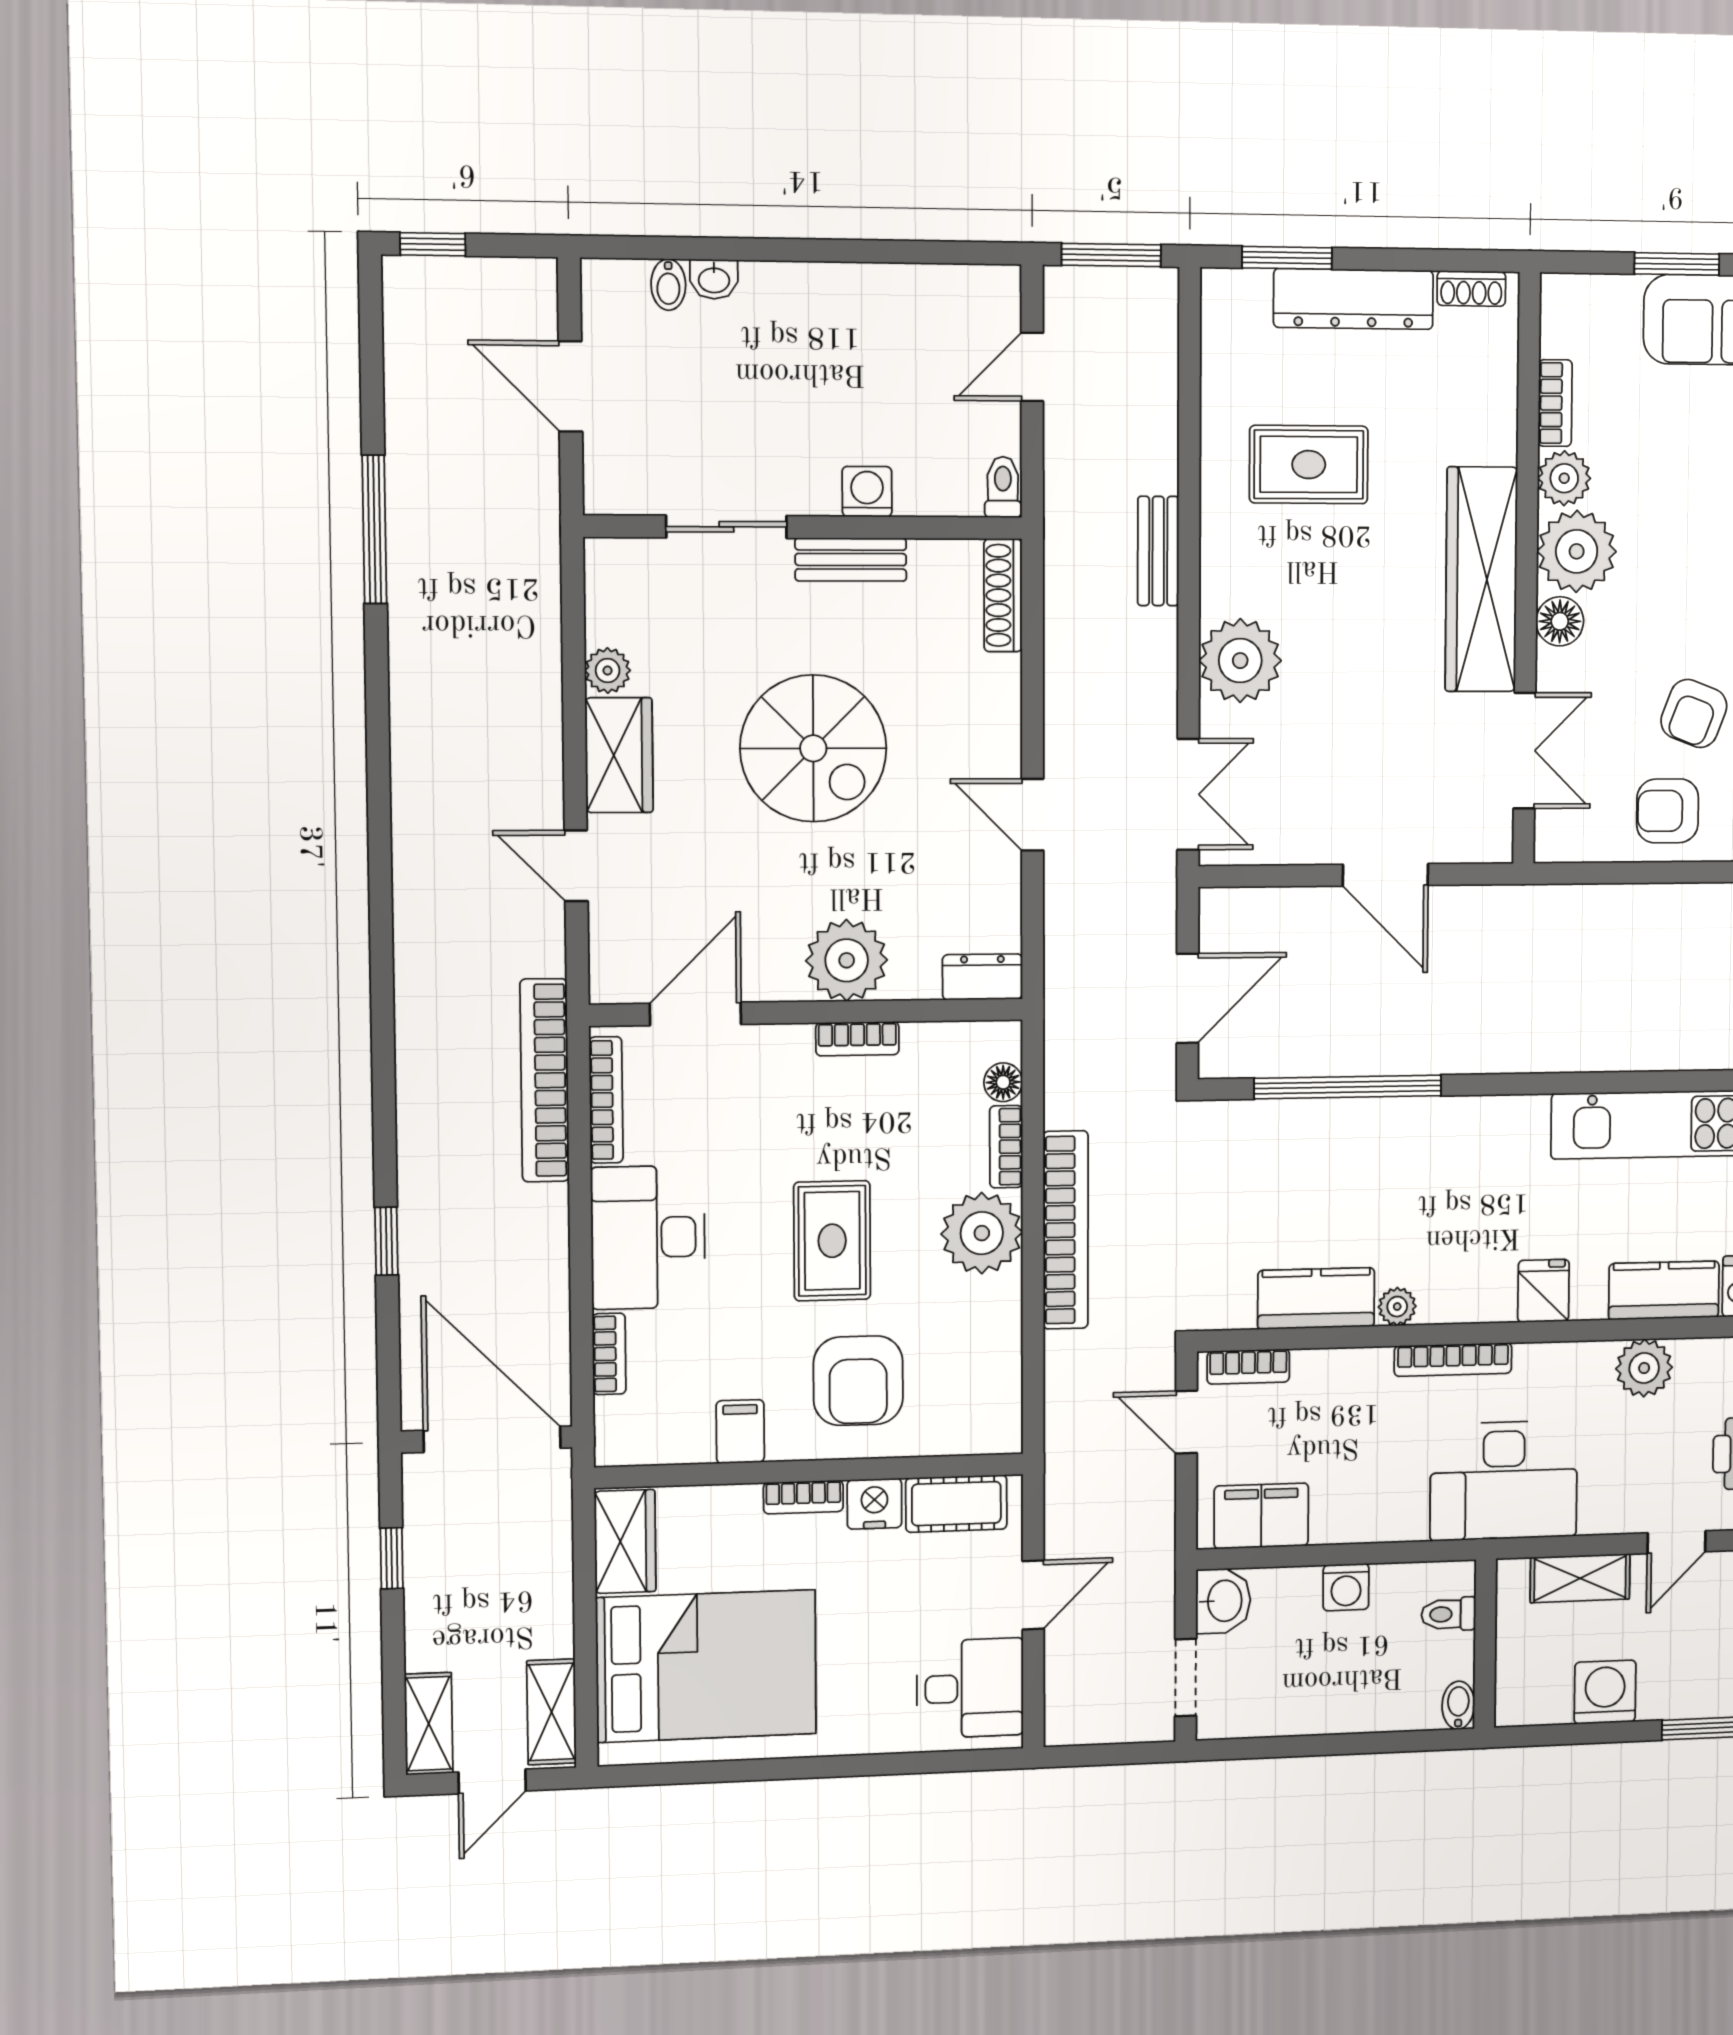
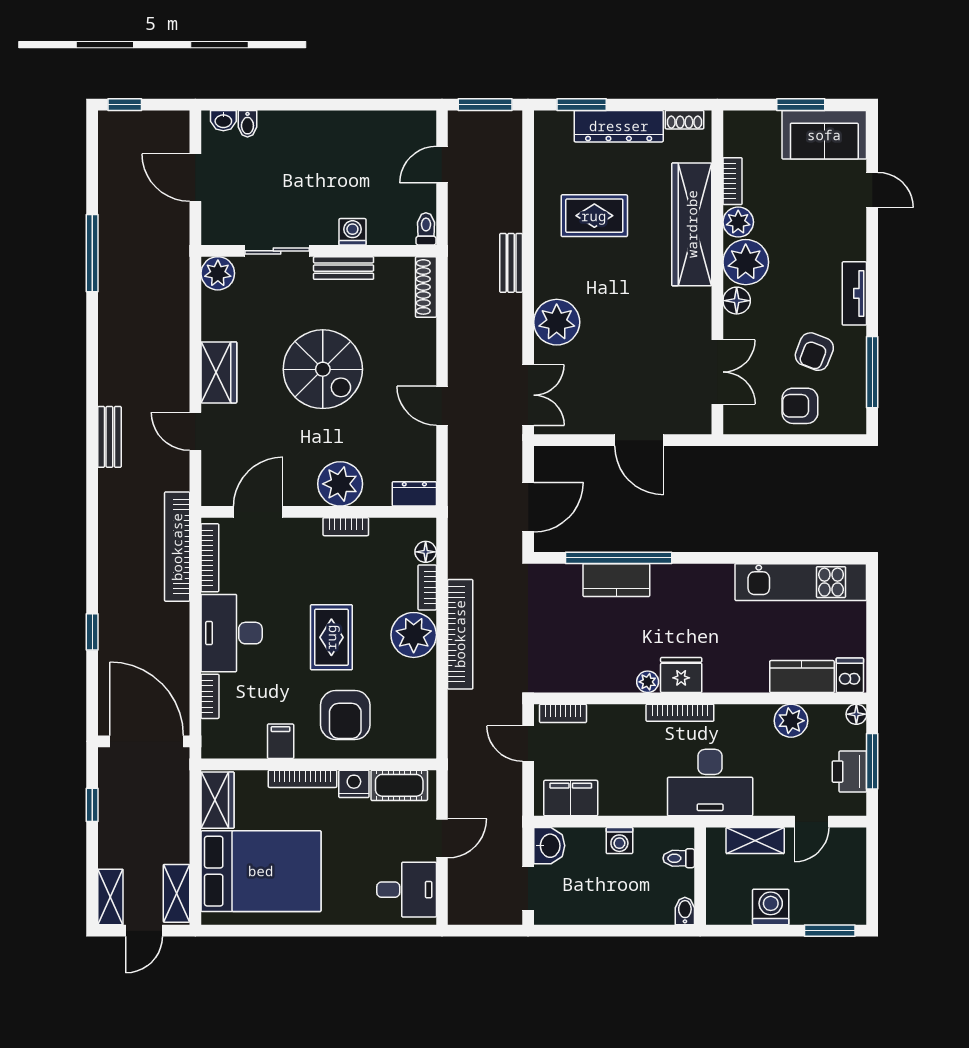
washbasin: (714, 279) -> (223, 121), moved
wardrobe: (1481, 579) -> (692, 224), moved
plant: (608, 671) -> (218, 273), moved, width x1.38, depth x1.38
bench: (413, 877) -> (109, 437), added
fridge: (1543, 1291) -> (681, 675), moved, width x1.38
kitchen counter: (1316, 1298) -> (616, 580), moved, turned 180
bookcase: (803, 1497) -> (303, 779), width x1.56

